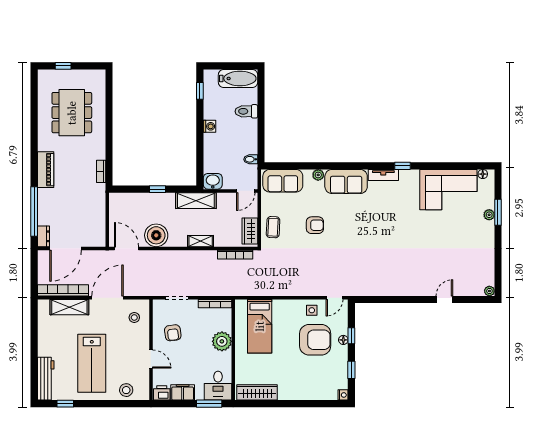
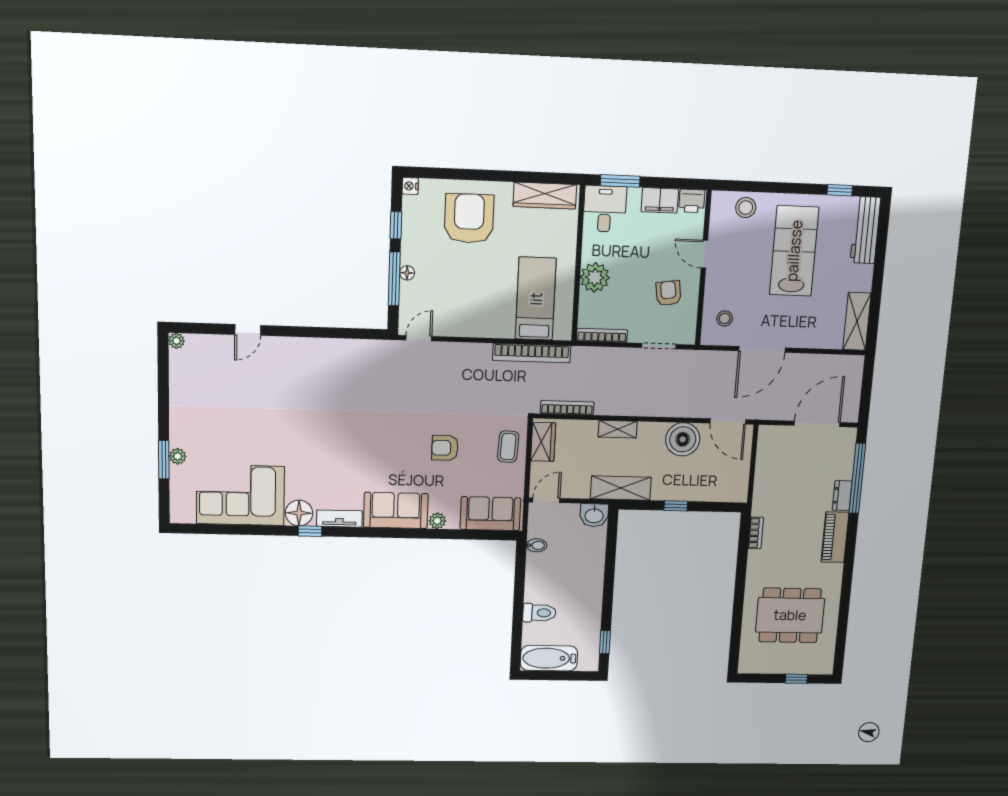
dining table: (72, 113) -> (790, 615), turned 90
washing machine: (209, 126) -> (594, 593), removed
floor lamp: (483, 174) -> (299, 513), moved, width x1.89, depth x1.89
dresser: (43, 236) -> (842, 496), moved
bookcase: (63, 290) -> (532, 353), moved
shelving: (69, 307) -> (857, 321), moved, turned 90
side table: (312, 310) -> (454, 320), removed
window: (351, 336) -> (394, 279), width x2.17
armchair: (315, 340) -> (469, 218), moved, turned 90

